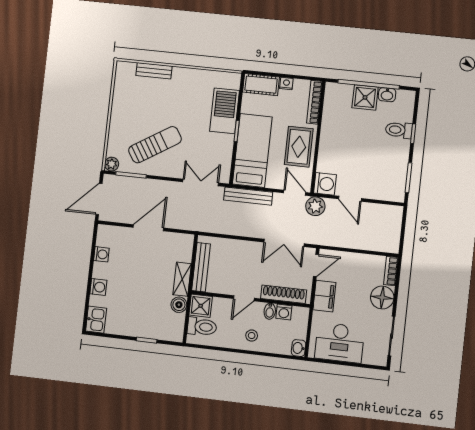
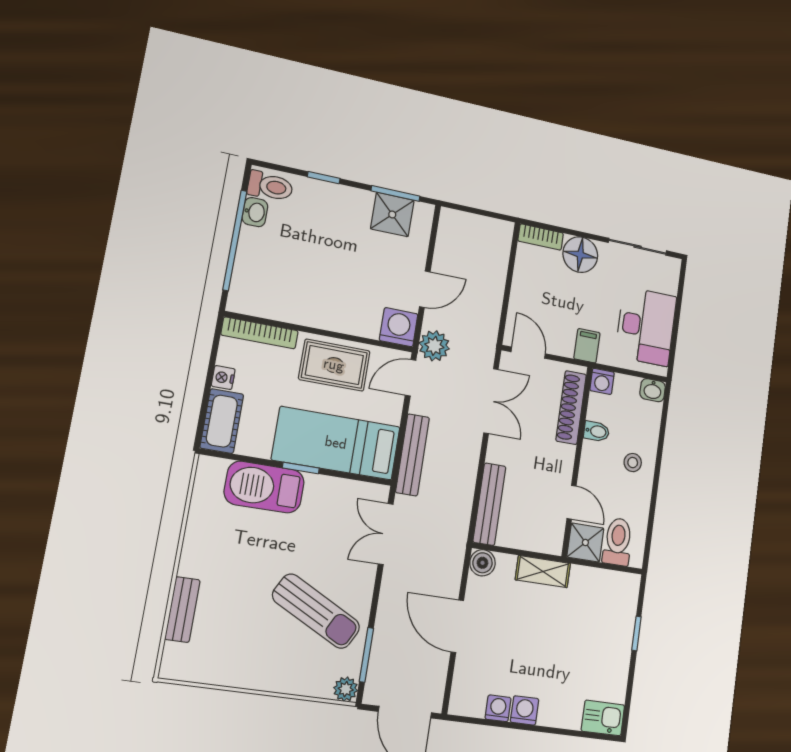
shower: (365, 97) -> (392, 215), moved
toilet: (399, 130) -> (270, 186), moved, turned -90
sun lounger: (155, 145) -> (316, 611), turned 150
bench: (201, 267) -> (489, 504), moved, turned 90
washing machine: (98, 287) -> (525, 710), moved
filing cabinet: (324, 296) -> (587, 346), width x0.50
door: (244, 298) -> (572, 502), moved
boiler: (179, 305) -> (482, 563), moved
washing machine: (284, 312) -> (602, 381), moved, turned 90

